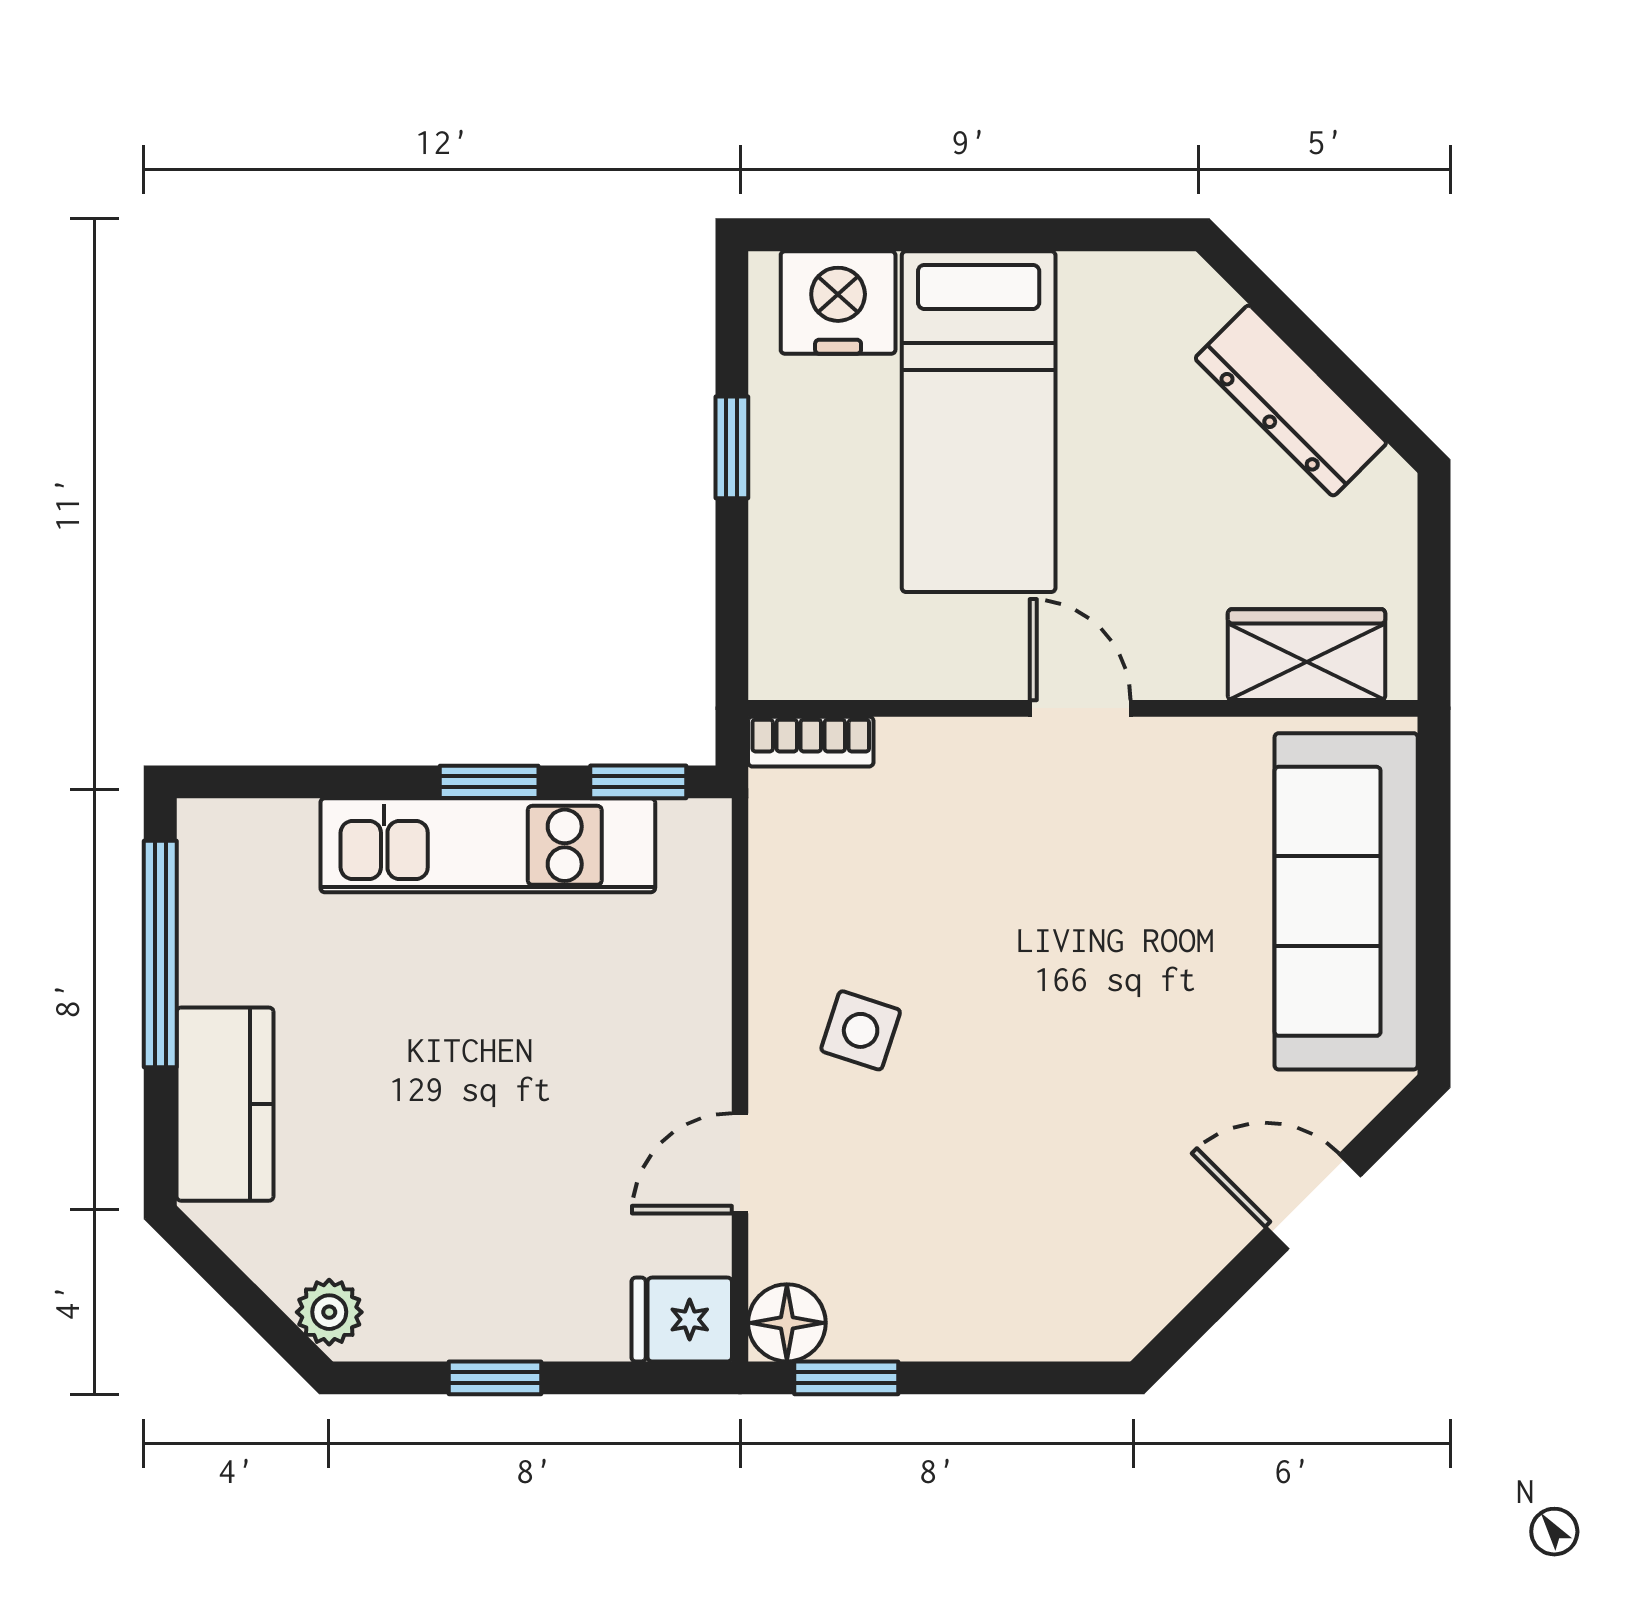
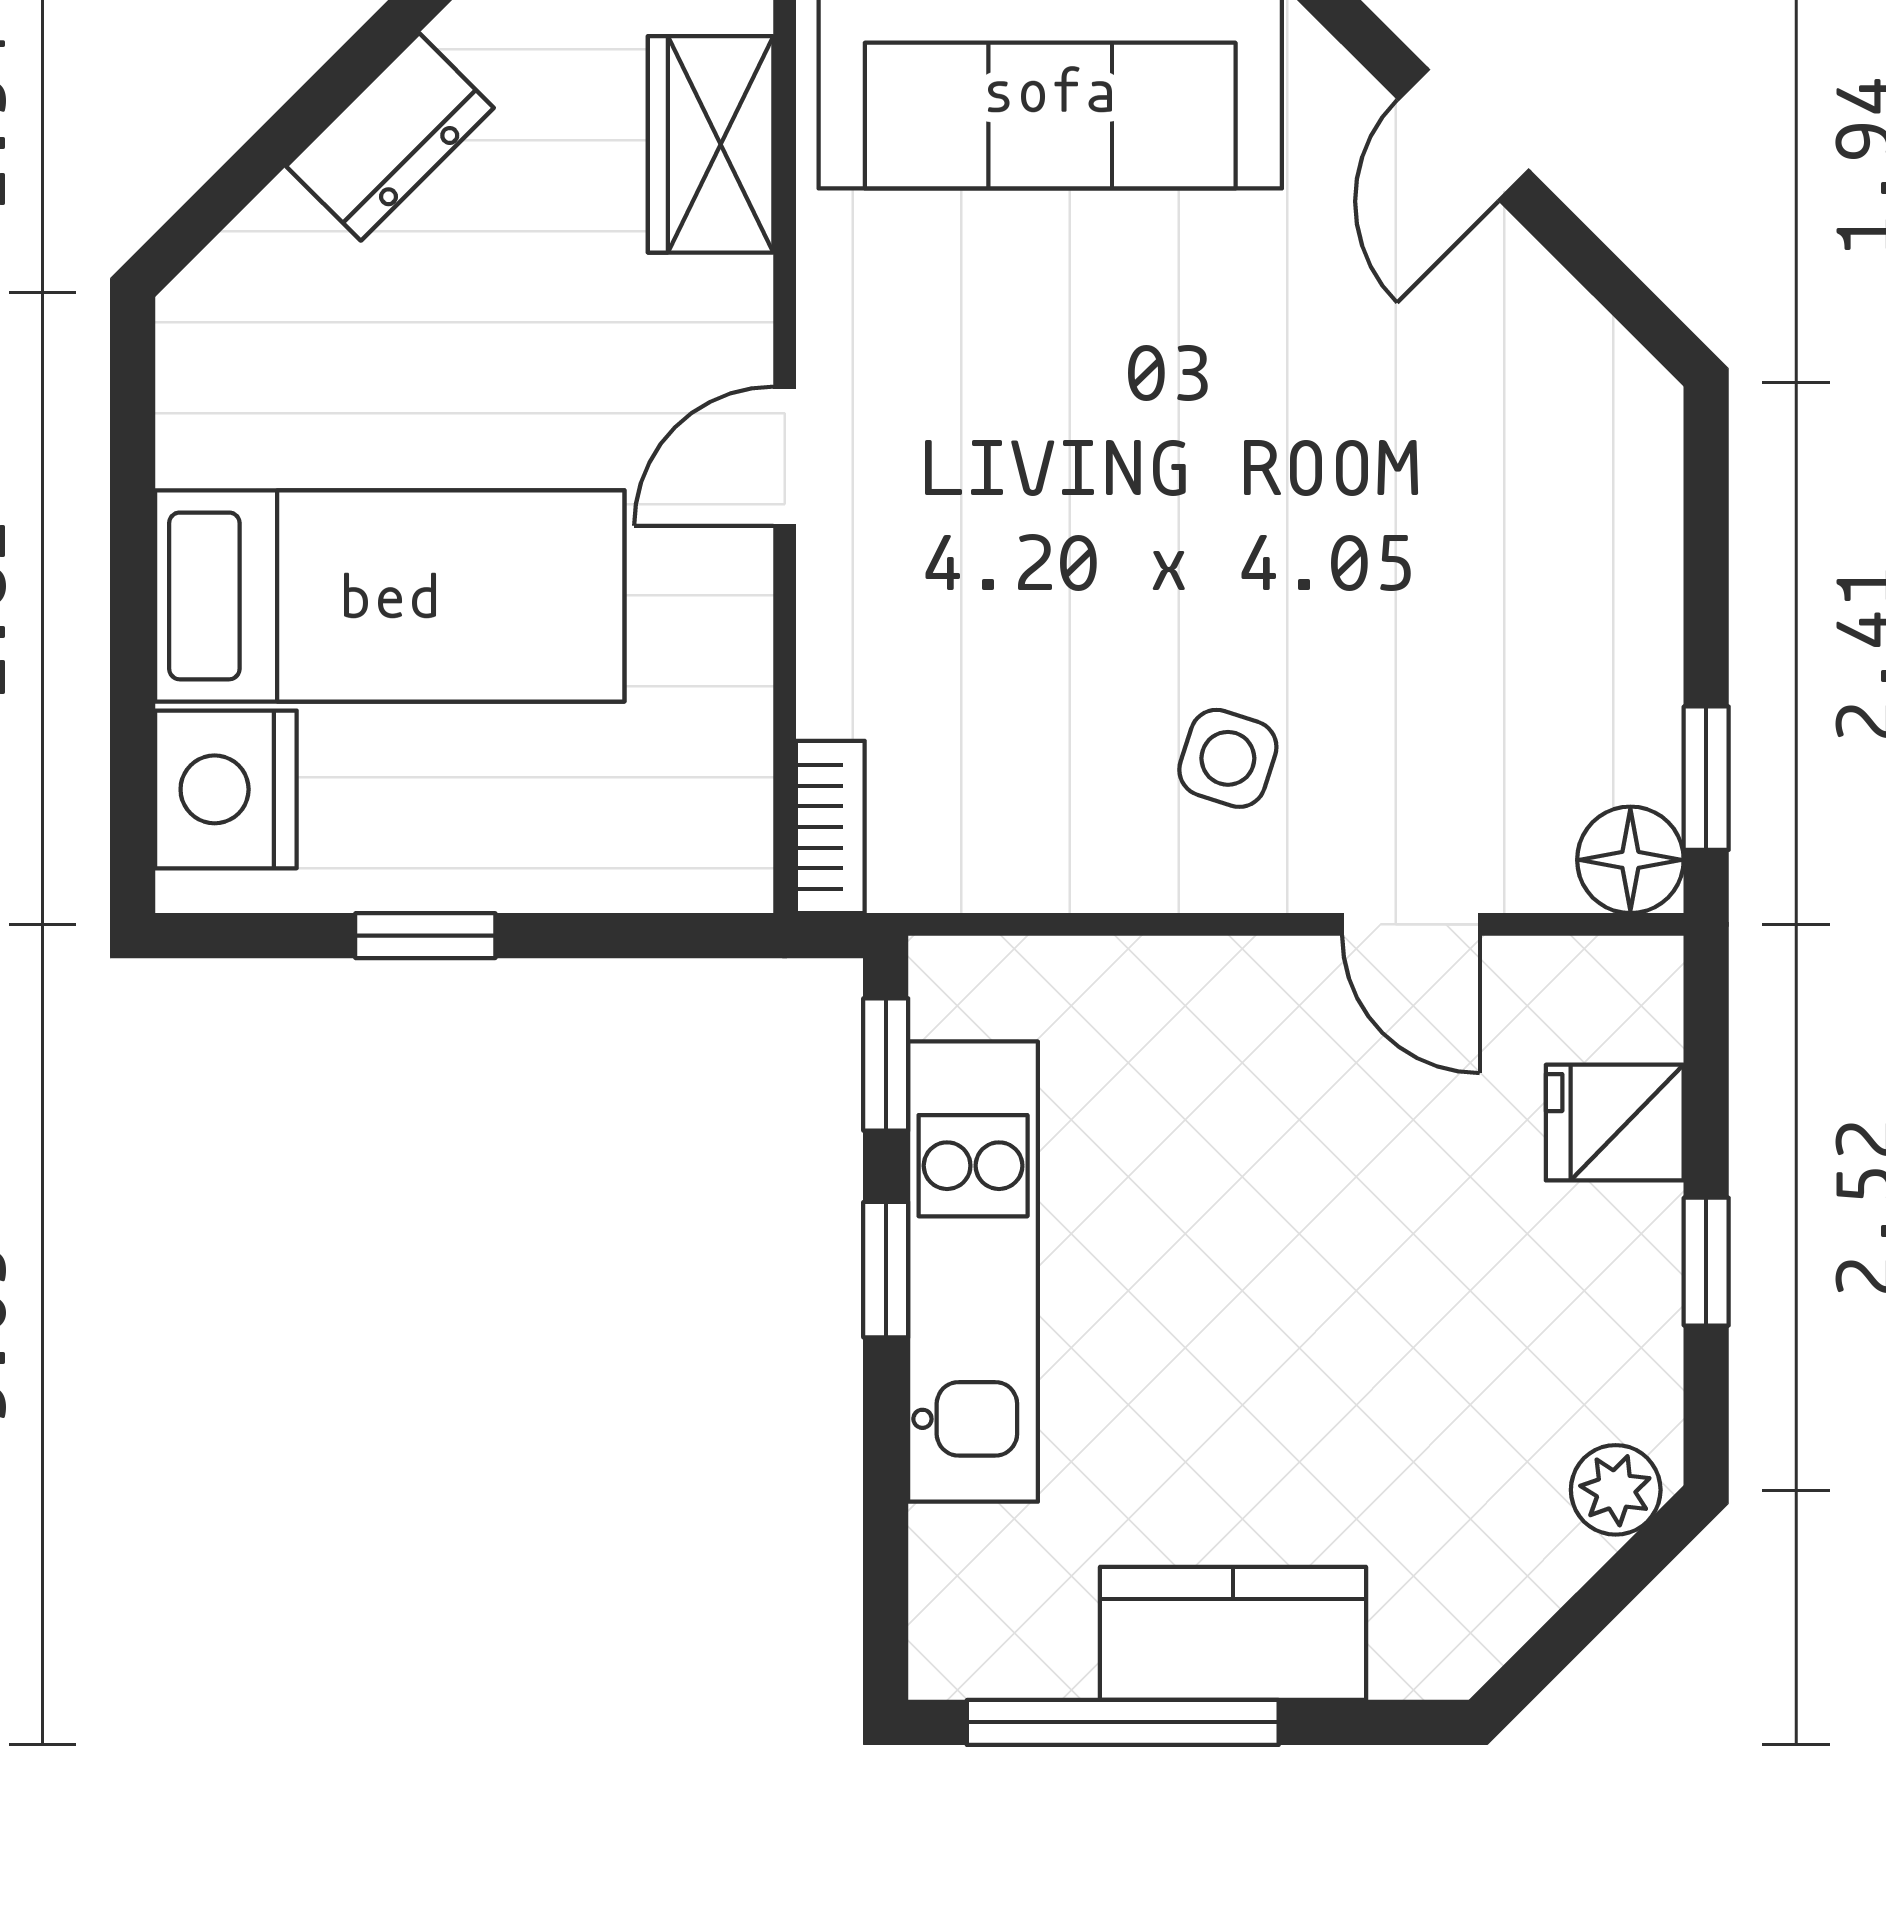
dresser: (1291, 401) -> (390, 137), width x0.70
kitchen counter: (225, 1104) -> (1233, 1633), moved
fridge: (682, 1319) -> (1615, 1123), moved, turned 90

